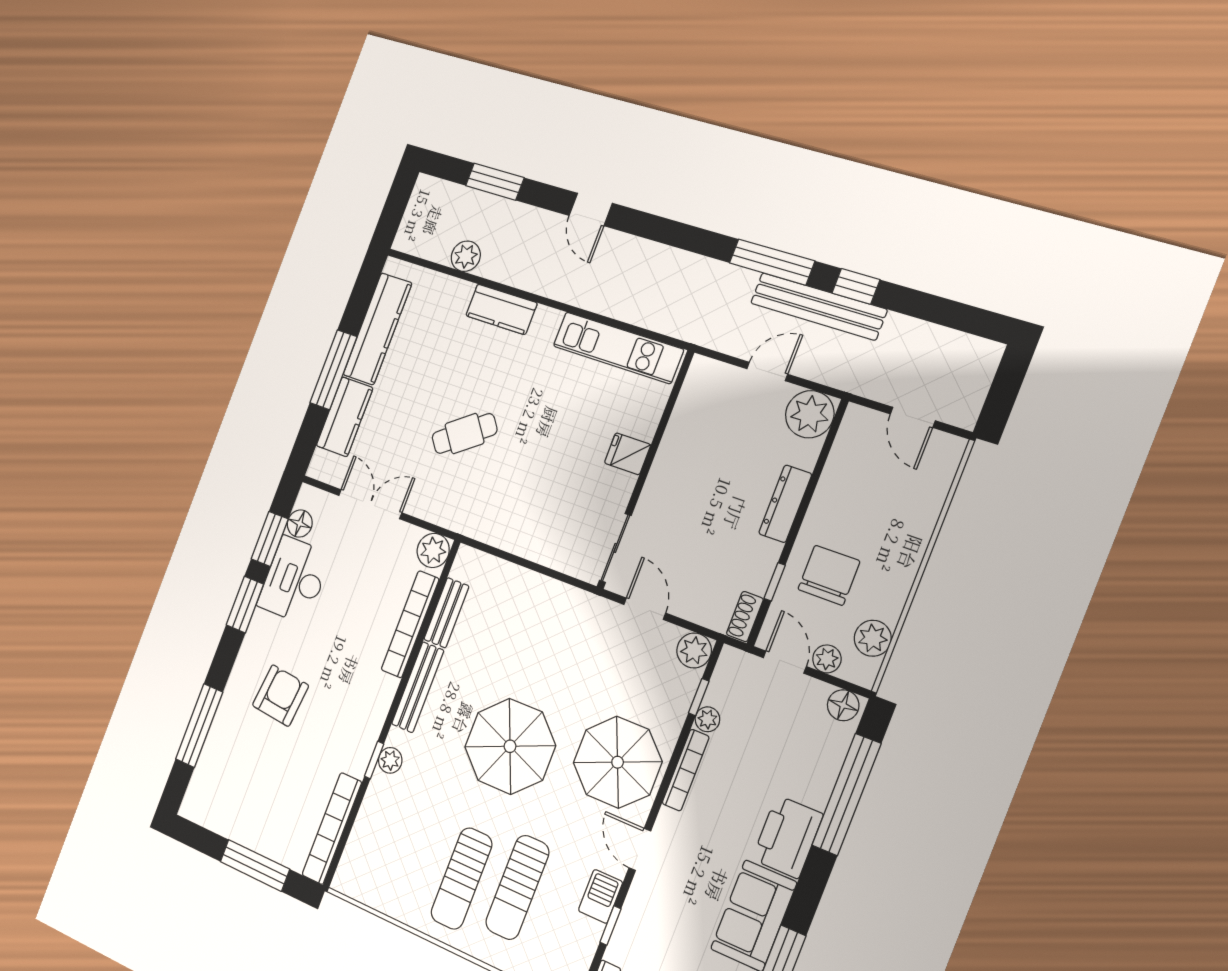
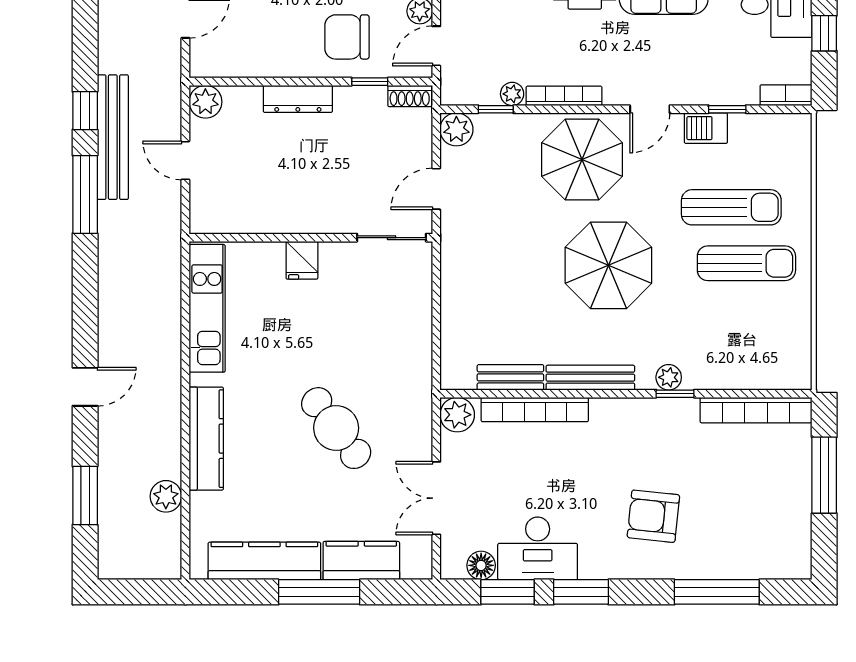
kitchen counter: (501, 309) -> (206, 439), width x1.50
plant: (810, 414) -> (205, 102), width x0.73, depth x0.73
cafe table: (464, 434) -> (336, 428), width x1.37, depth x1.35

